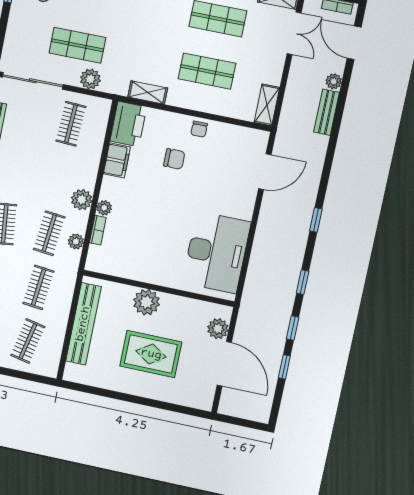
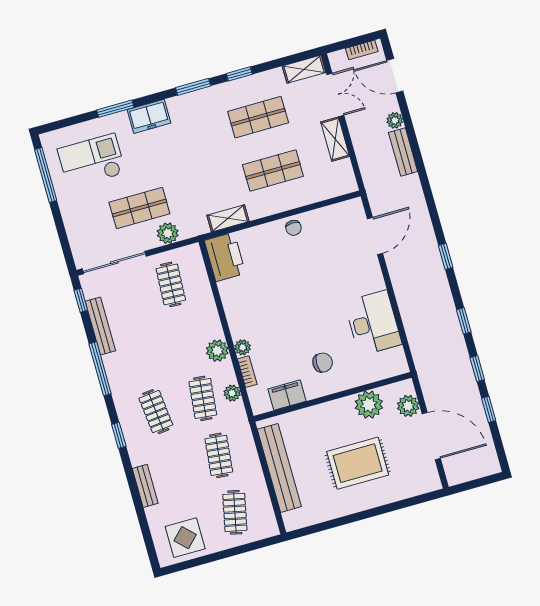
shelving: (267, 105) -> (335, 139), moved
chair: (174, 159) -> (323, 363), moved
filing cabinet: (117, 160) -> (287, 395), moved, turned -90
desk: (216, 252) -> (373, 323), width x0.73, depth x0.77
plant: (146, 302) -> (369, 405), moved

